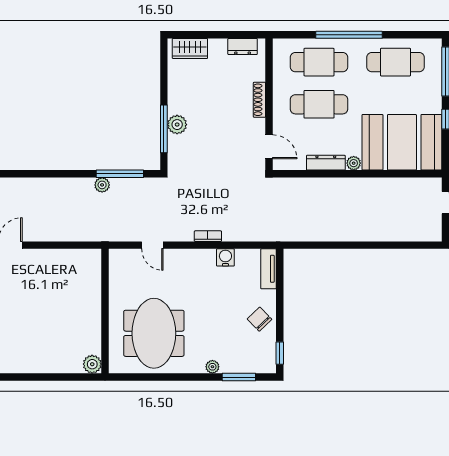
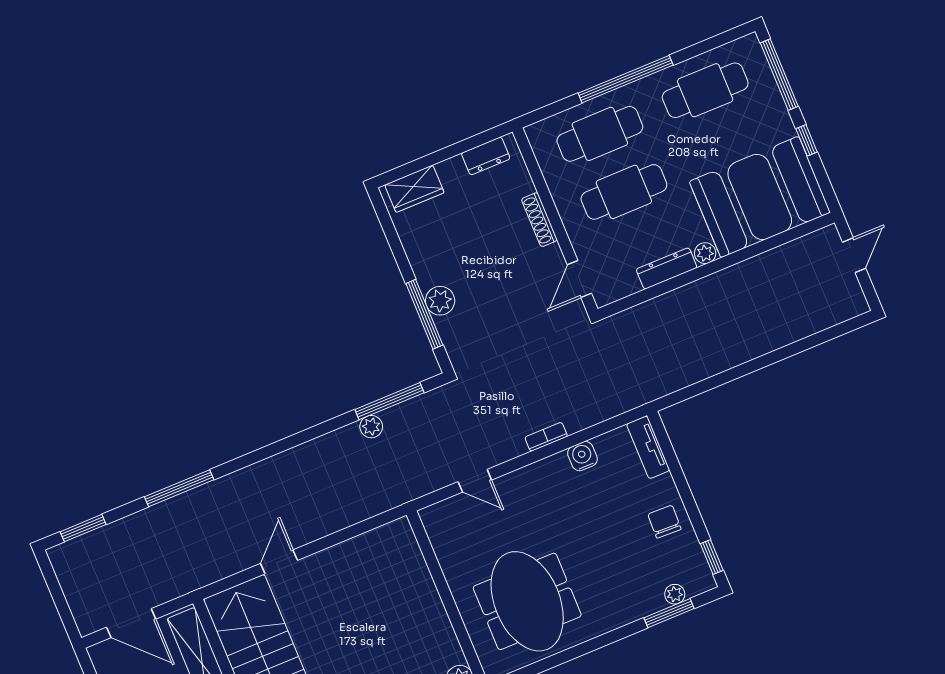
door: (269, 147) -> (579, 279), swing flipped
chair: (259, 319) -> (664, 522), turned 46
plant: (212, 367) -> (675, 594), moved

